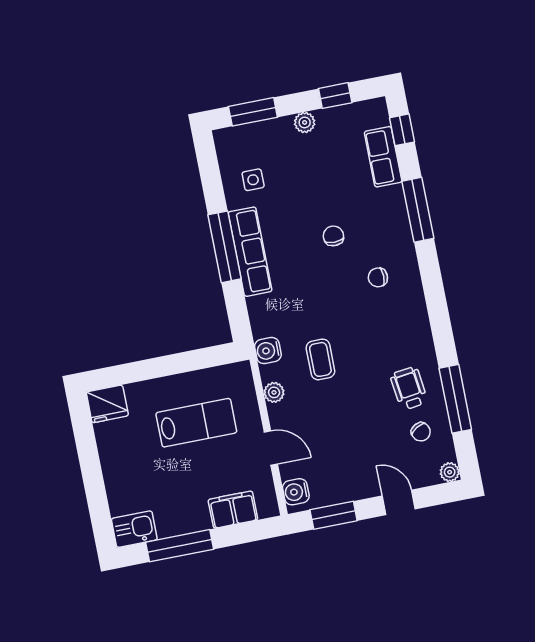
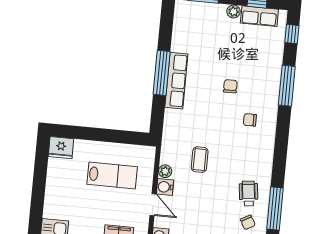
row of seats: (383, 157) -> (259, 16), moved, turned -90
side table: (253, 180) -> (191, 37), removed
water cooler: (268, 351) -> (165, 187), moved

